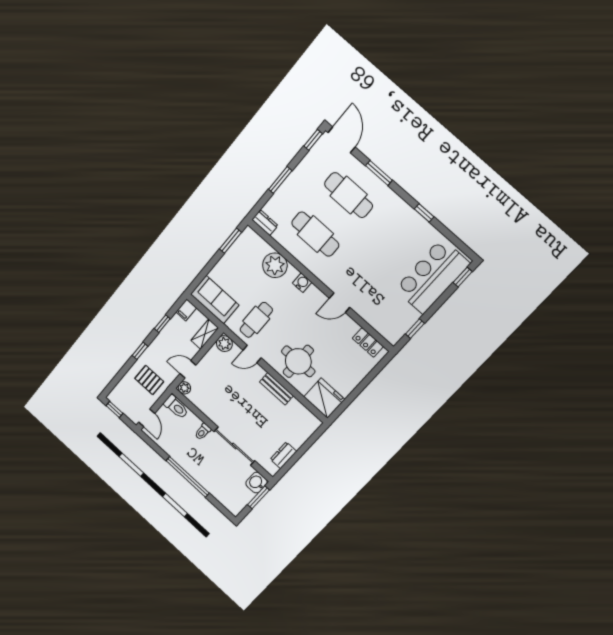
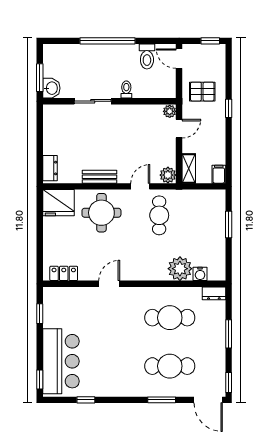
window: (424, 213) -> (86, 400), moved
window: (230, 241) -> (229, 225), moved
water cooler: (302, 283) -> (200, 274), moved
sofa: (215, 300) -> (203, 202), removed
window: (162, 324) -> (229, 146), removed
toilet: (176, 407) -> (147, 57), moved, turned -90
sliding door: (234, 446) -> (93, 101), width x0.73
dresser: (283, 455) -> (50, 168), moved

